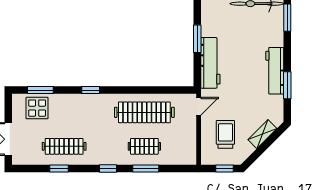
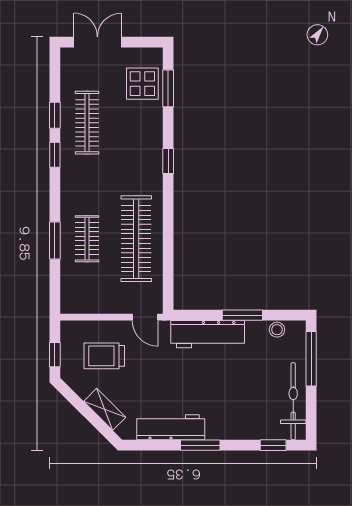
stool: (207, 15) -> (277, 330), added
window: (287, 18) -> (273, 445), width x0.67
workbench: (275, 71) -> (171, 427), moved
window: (287, 85) -> (200, 445), moved
trolley: (225, 134) -> (104, 356), turned 180
window: (108, 169) -> (55, 155), moved

